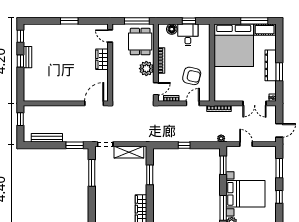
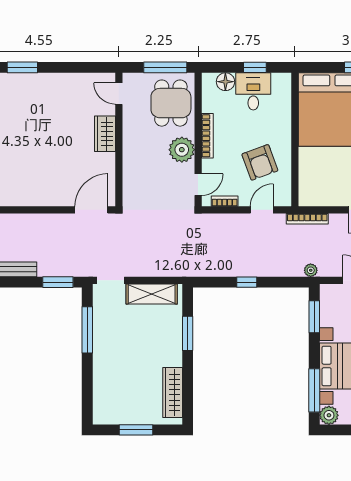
window: (69, 21) -> (22, 67), moved
armchair: (192, 76) -> (260, 162), turned 57

